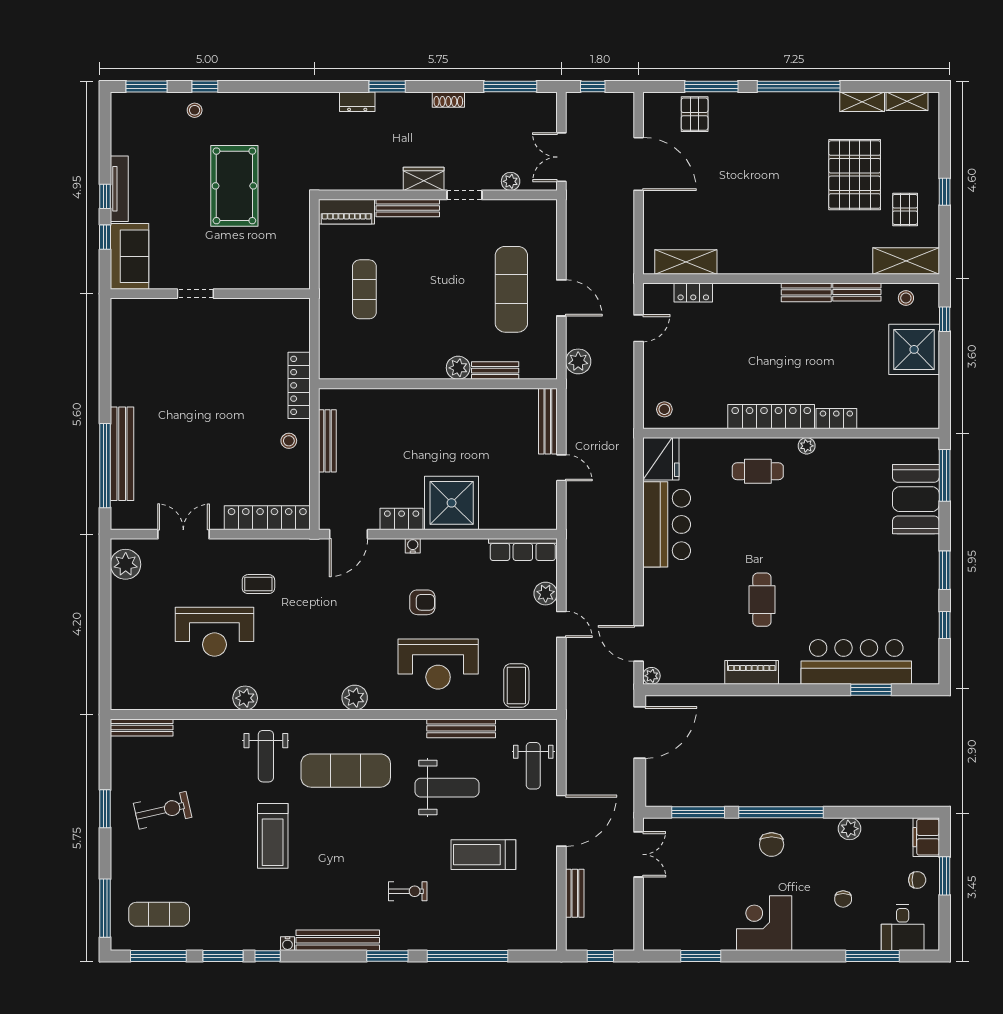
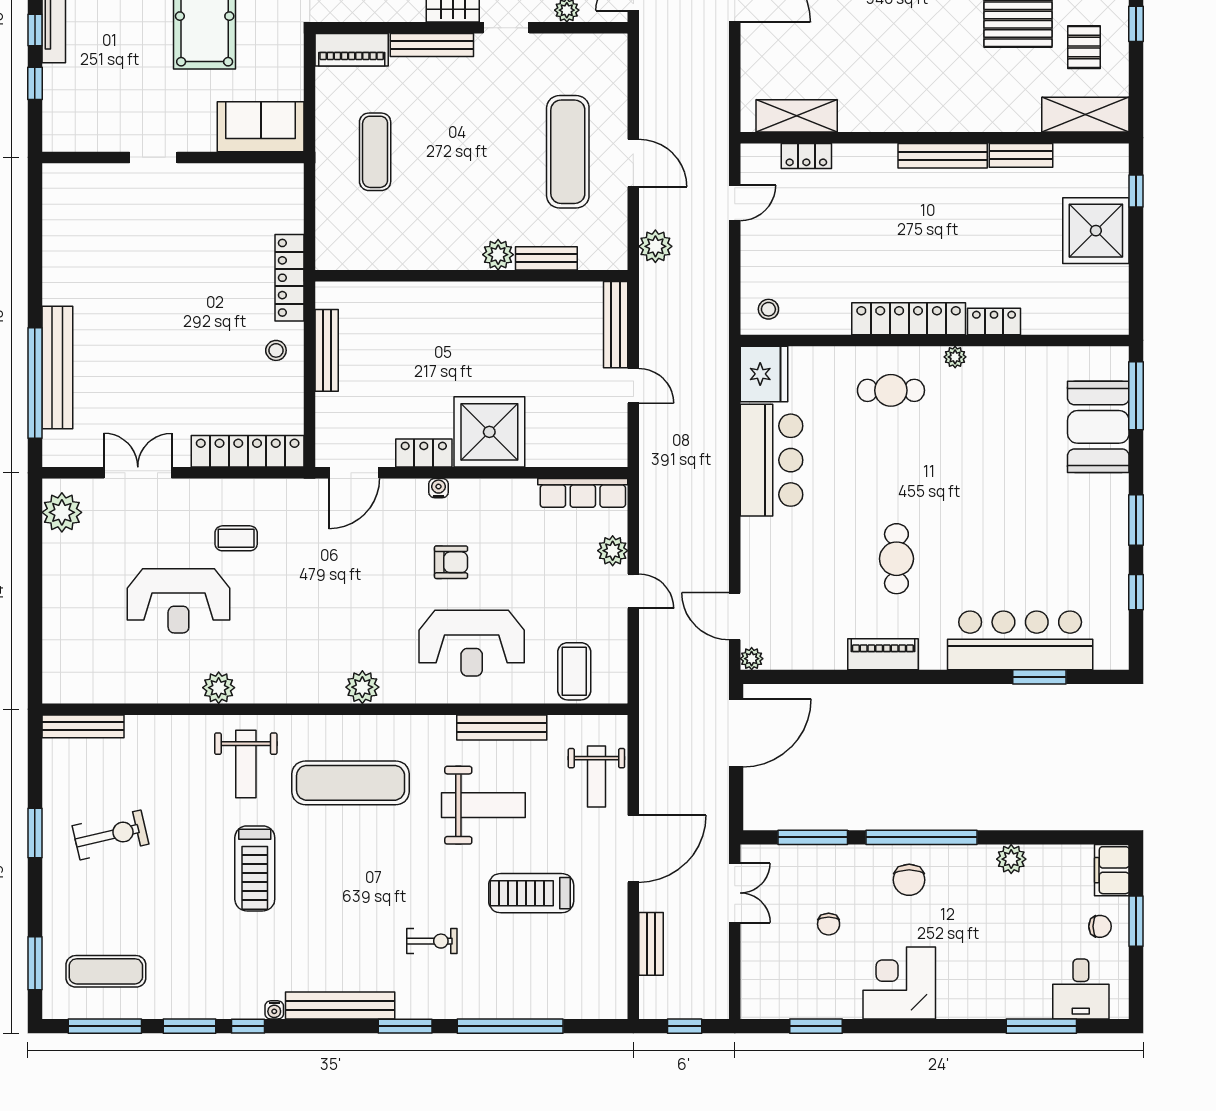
sofa: (130, 256) -> (261, 127), moved, turned -90
bench: (806, 292) -> (943, 156), width x1.36
stool: (906, 298) -> (1085, 163), removed
chair: (843, 899) -> (829, 924), moved
window: (105, 908) -> (35, 963), width x0.69

